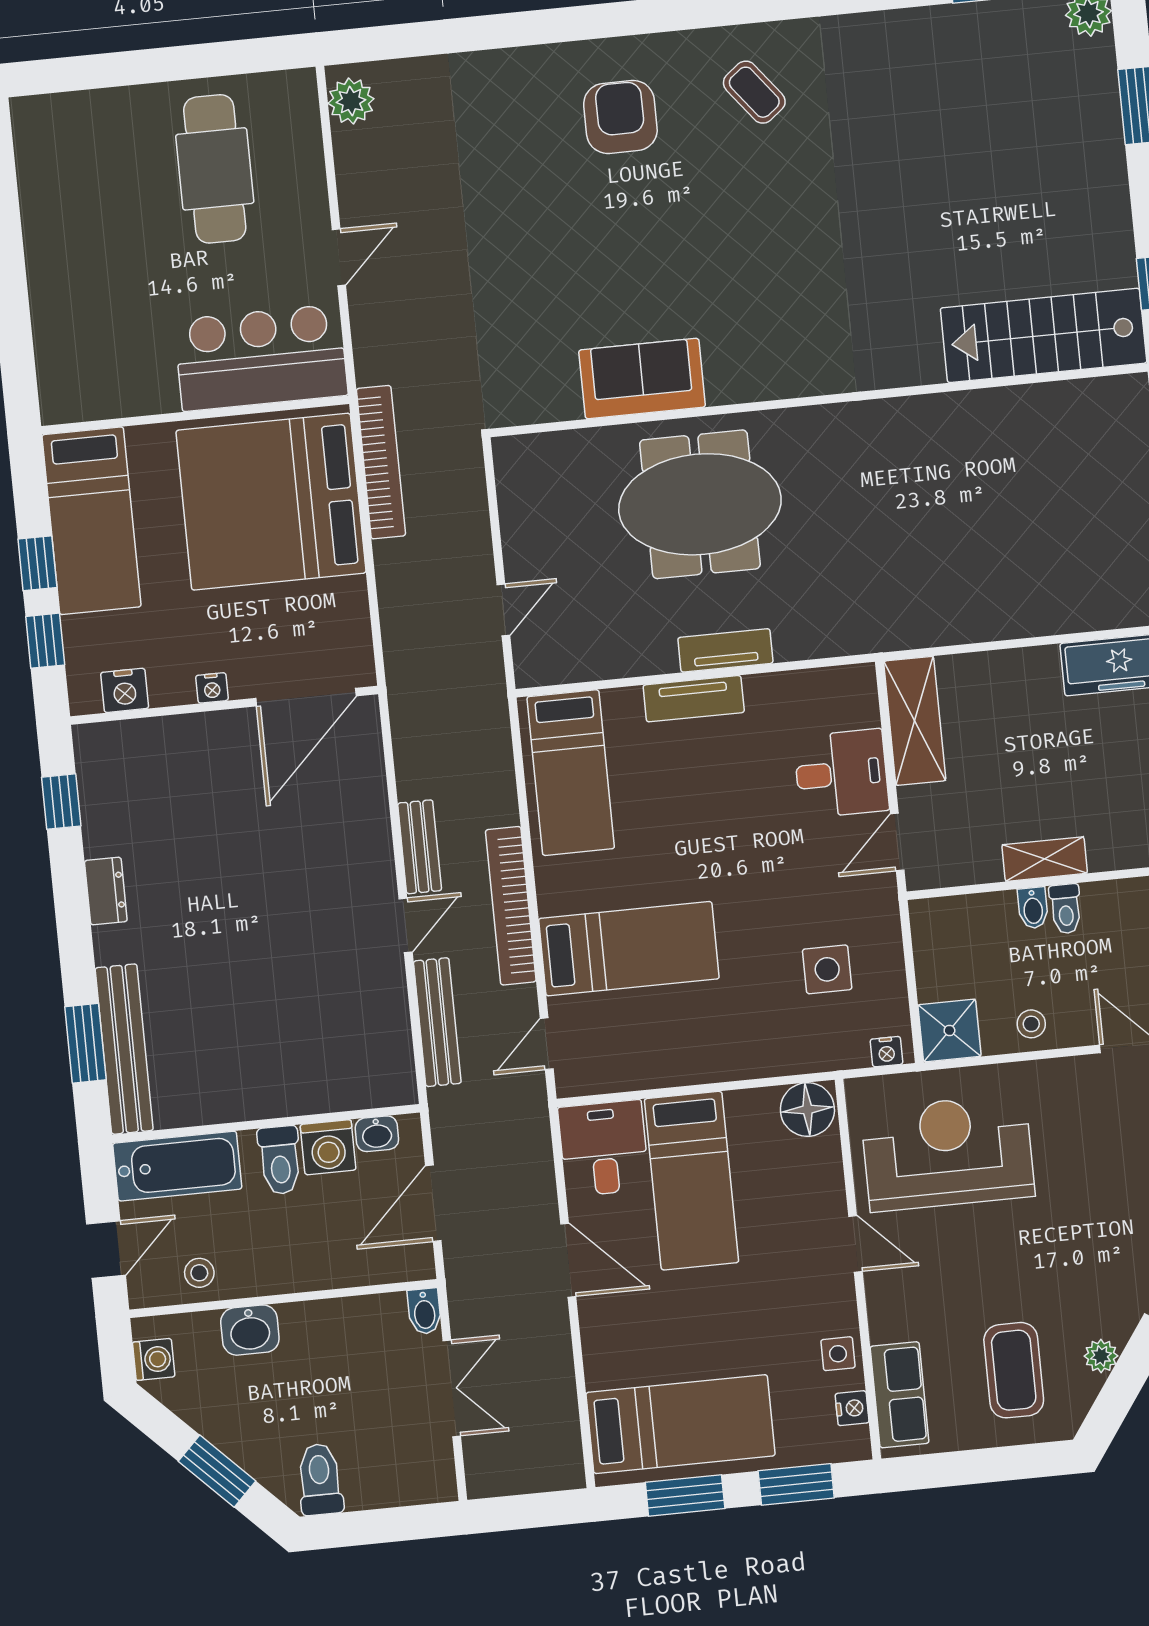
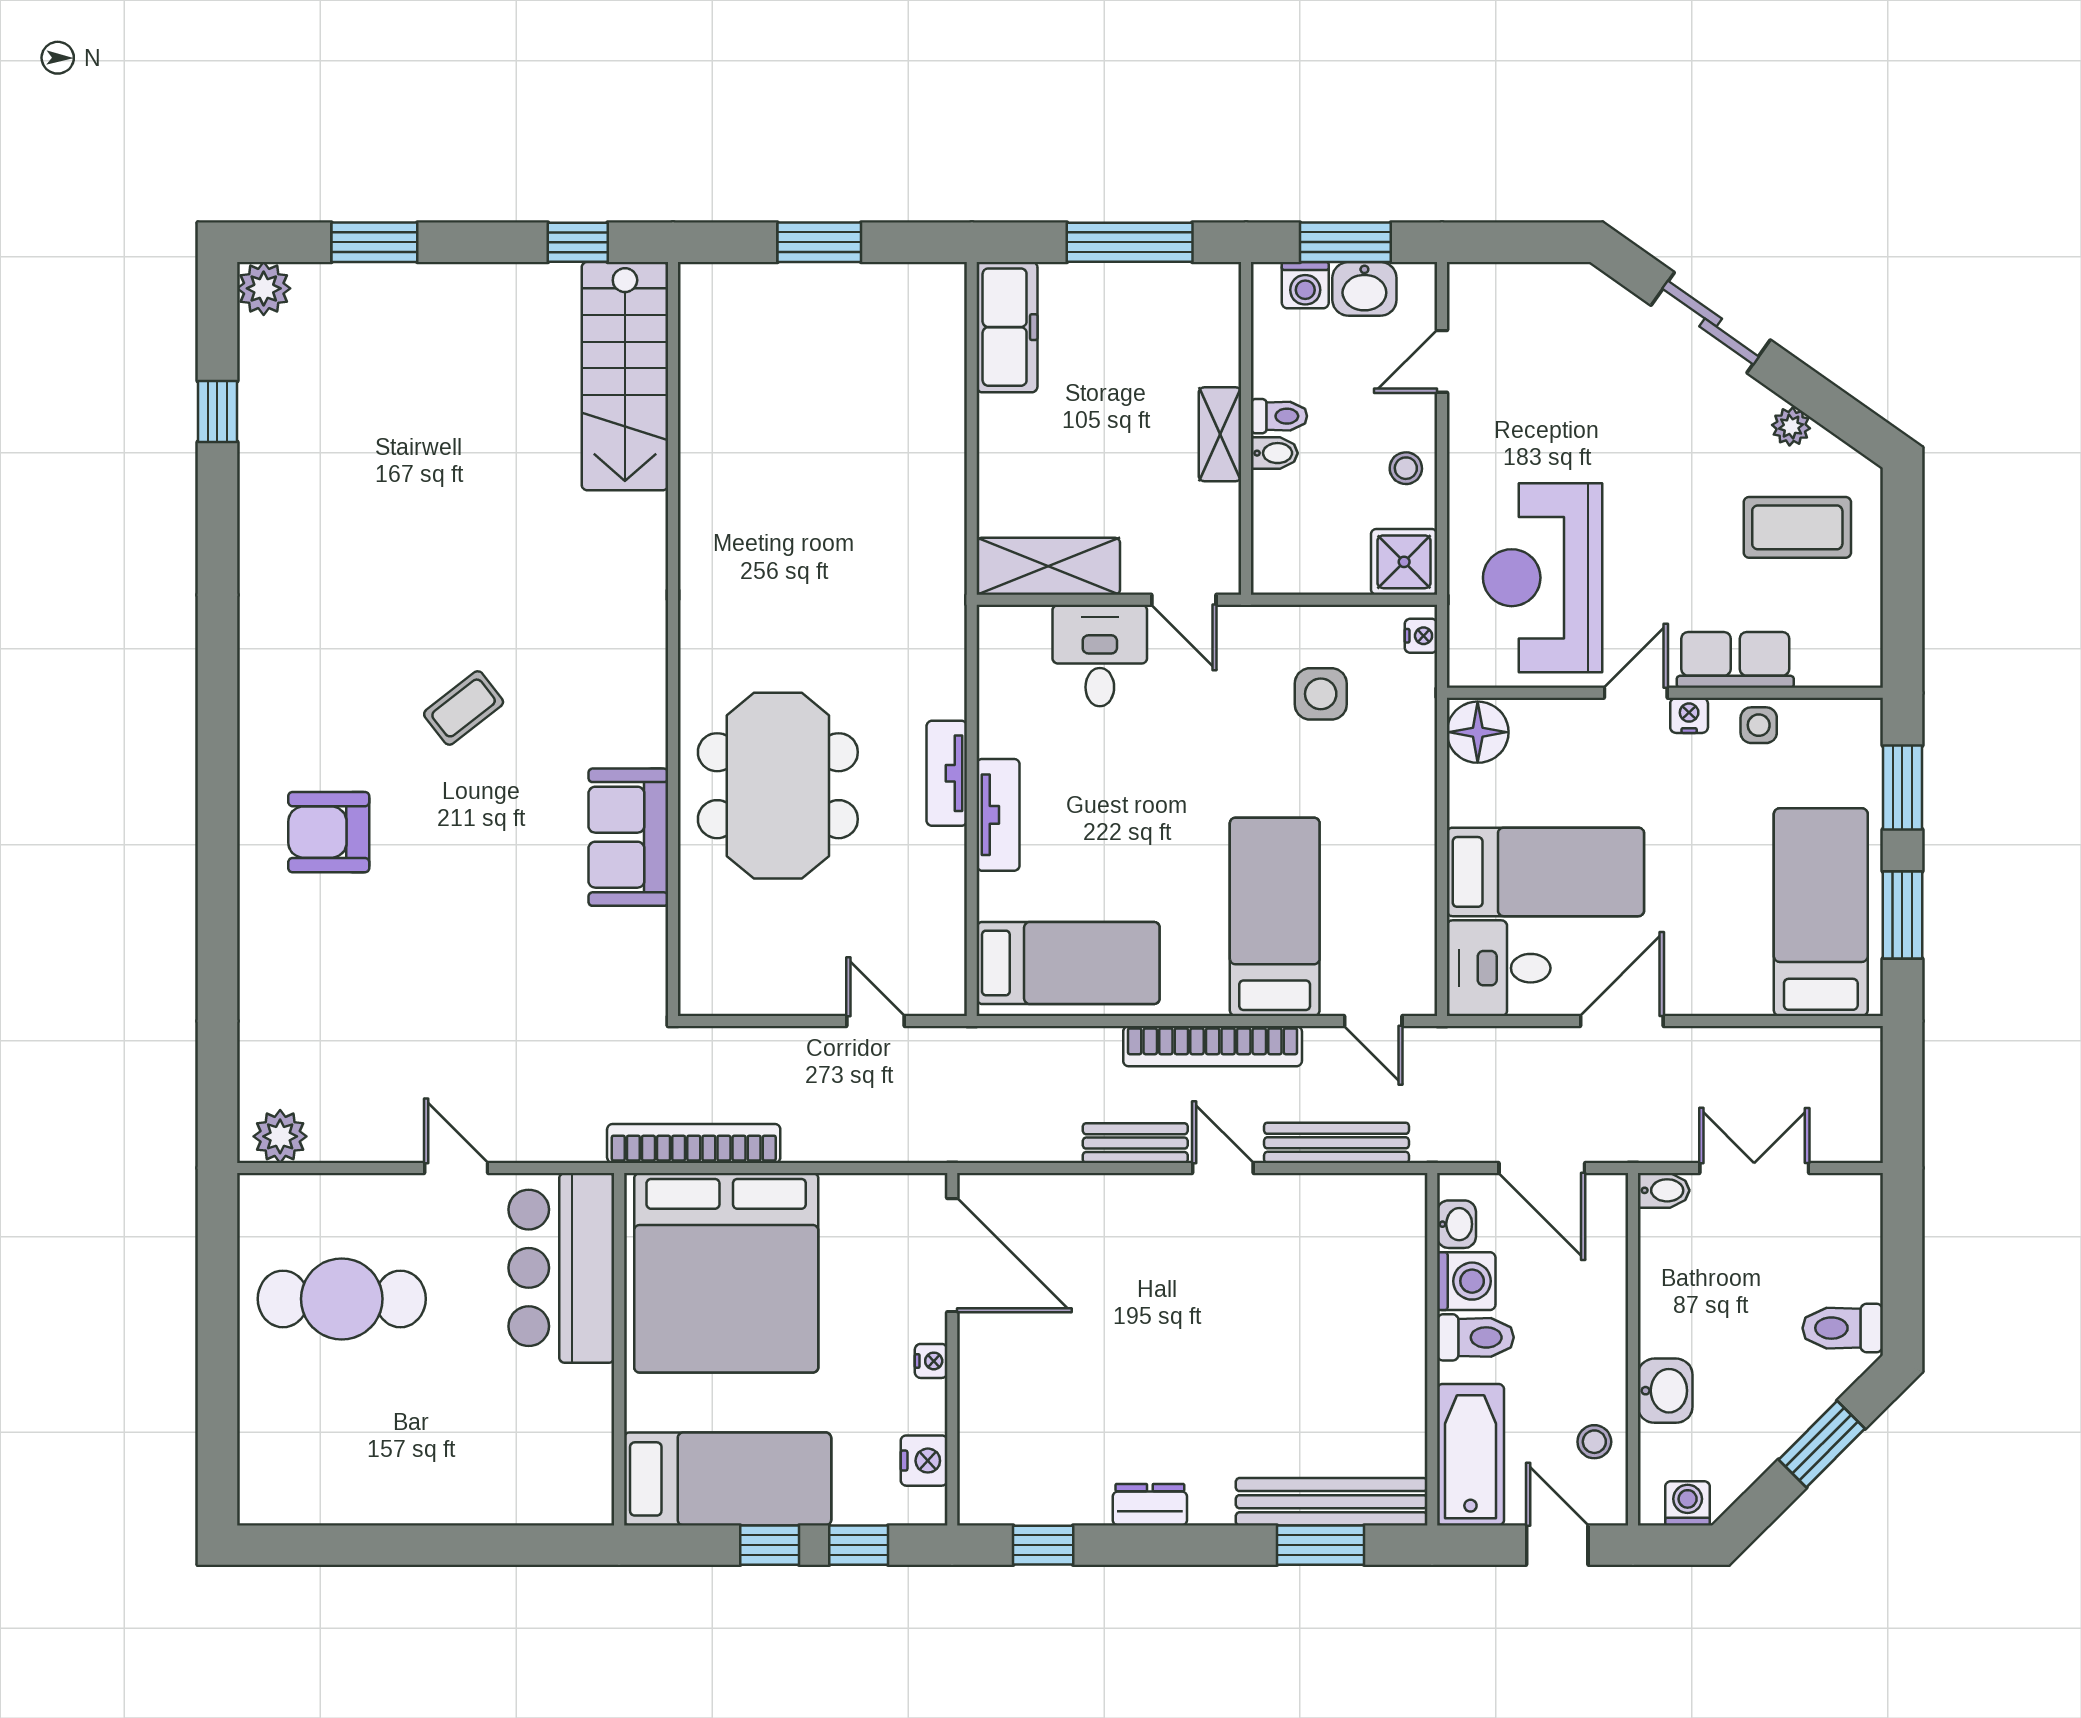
coffee table: (754, 92) -> (464, 708), moved
row of seats: (899, 1395) -> (1735, 660), moved
nightstand: (852, 1408) -> (1689, 715), moved

